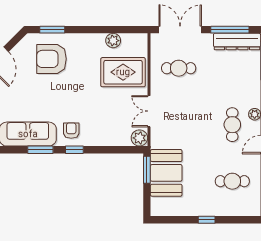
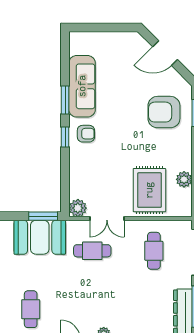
armchair: (51, 59) -> (164, 112), turned -90
double door: (149, 111) -> (107, 218), swing flipped
cafe table: (232, 125) -> (92, 251), moved

